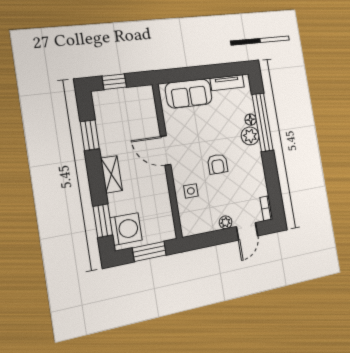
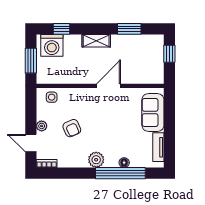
plant: (250, 136) -> (96, 160), moved
armchair: (218, 164) -> (72, 128), moved, turned -114
side table: (191, 191) -> (52, 97), moved
window: (103, 221) -> (62, 29), width x0.67

